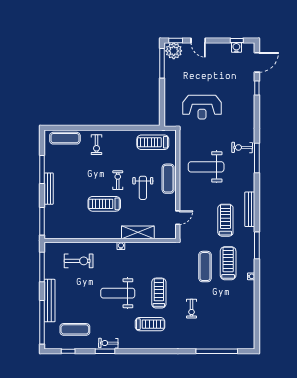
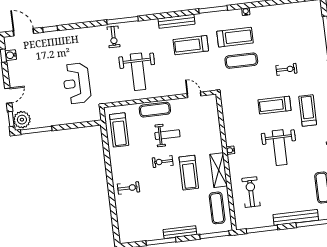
reception desk: (202, 107) -> (77, 83), turned 180
exercise mat: (65, 138) -> (217, 208), moved
shelving: (138, 232) -> (219, 170), moved
treadmill: (228, 263) -> (235, 37), turned 180

